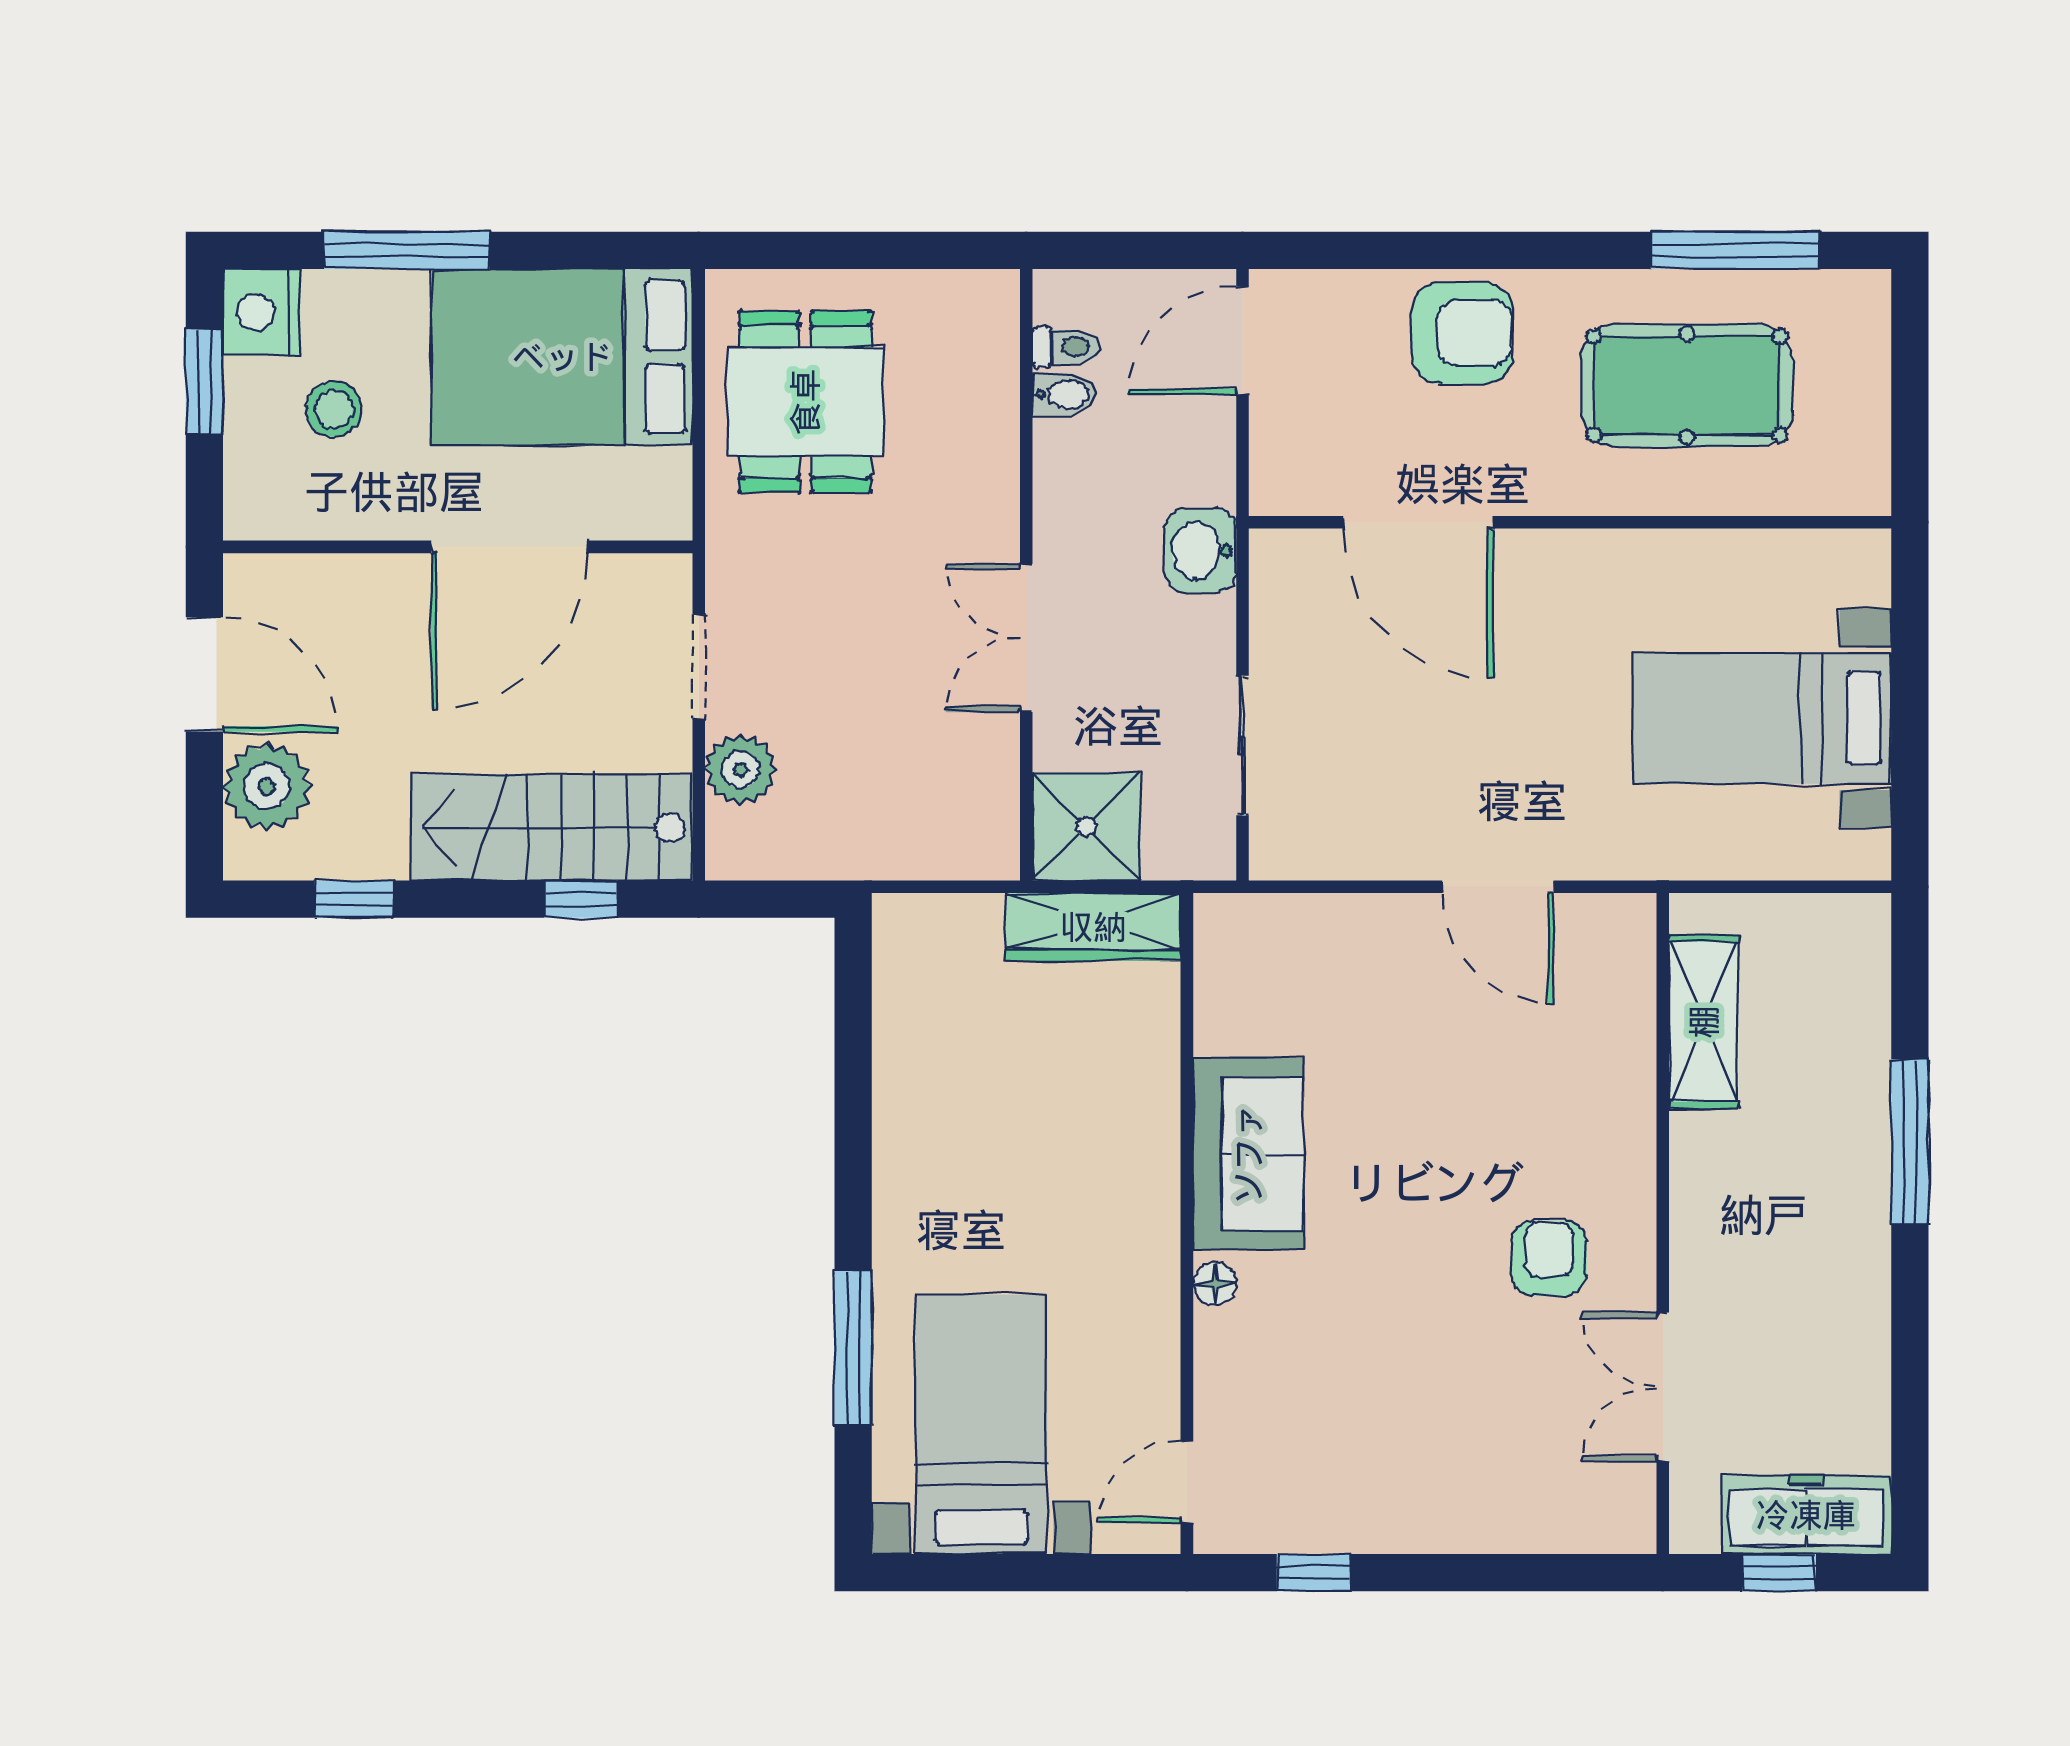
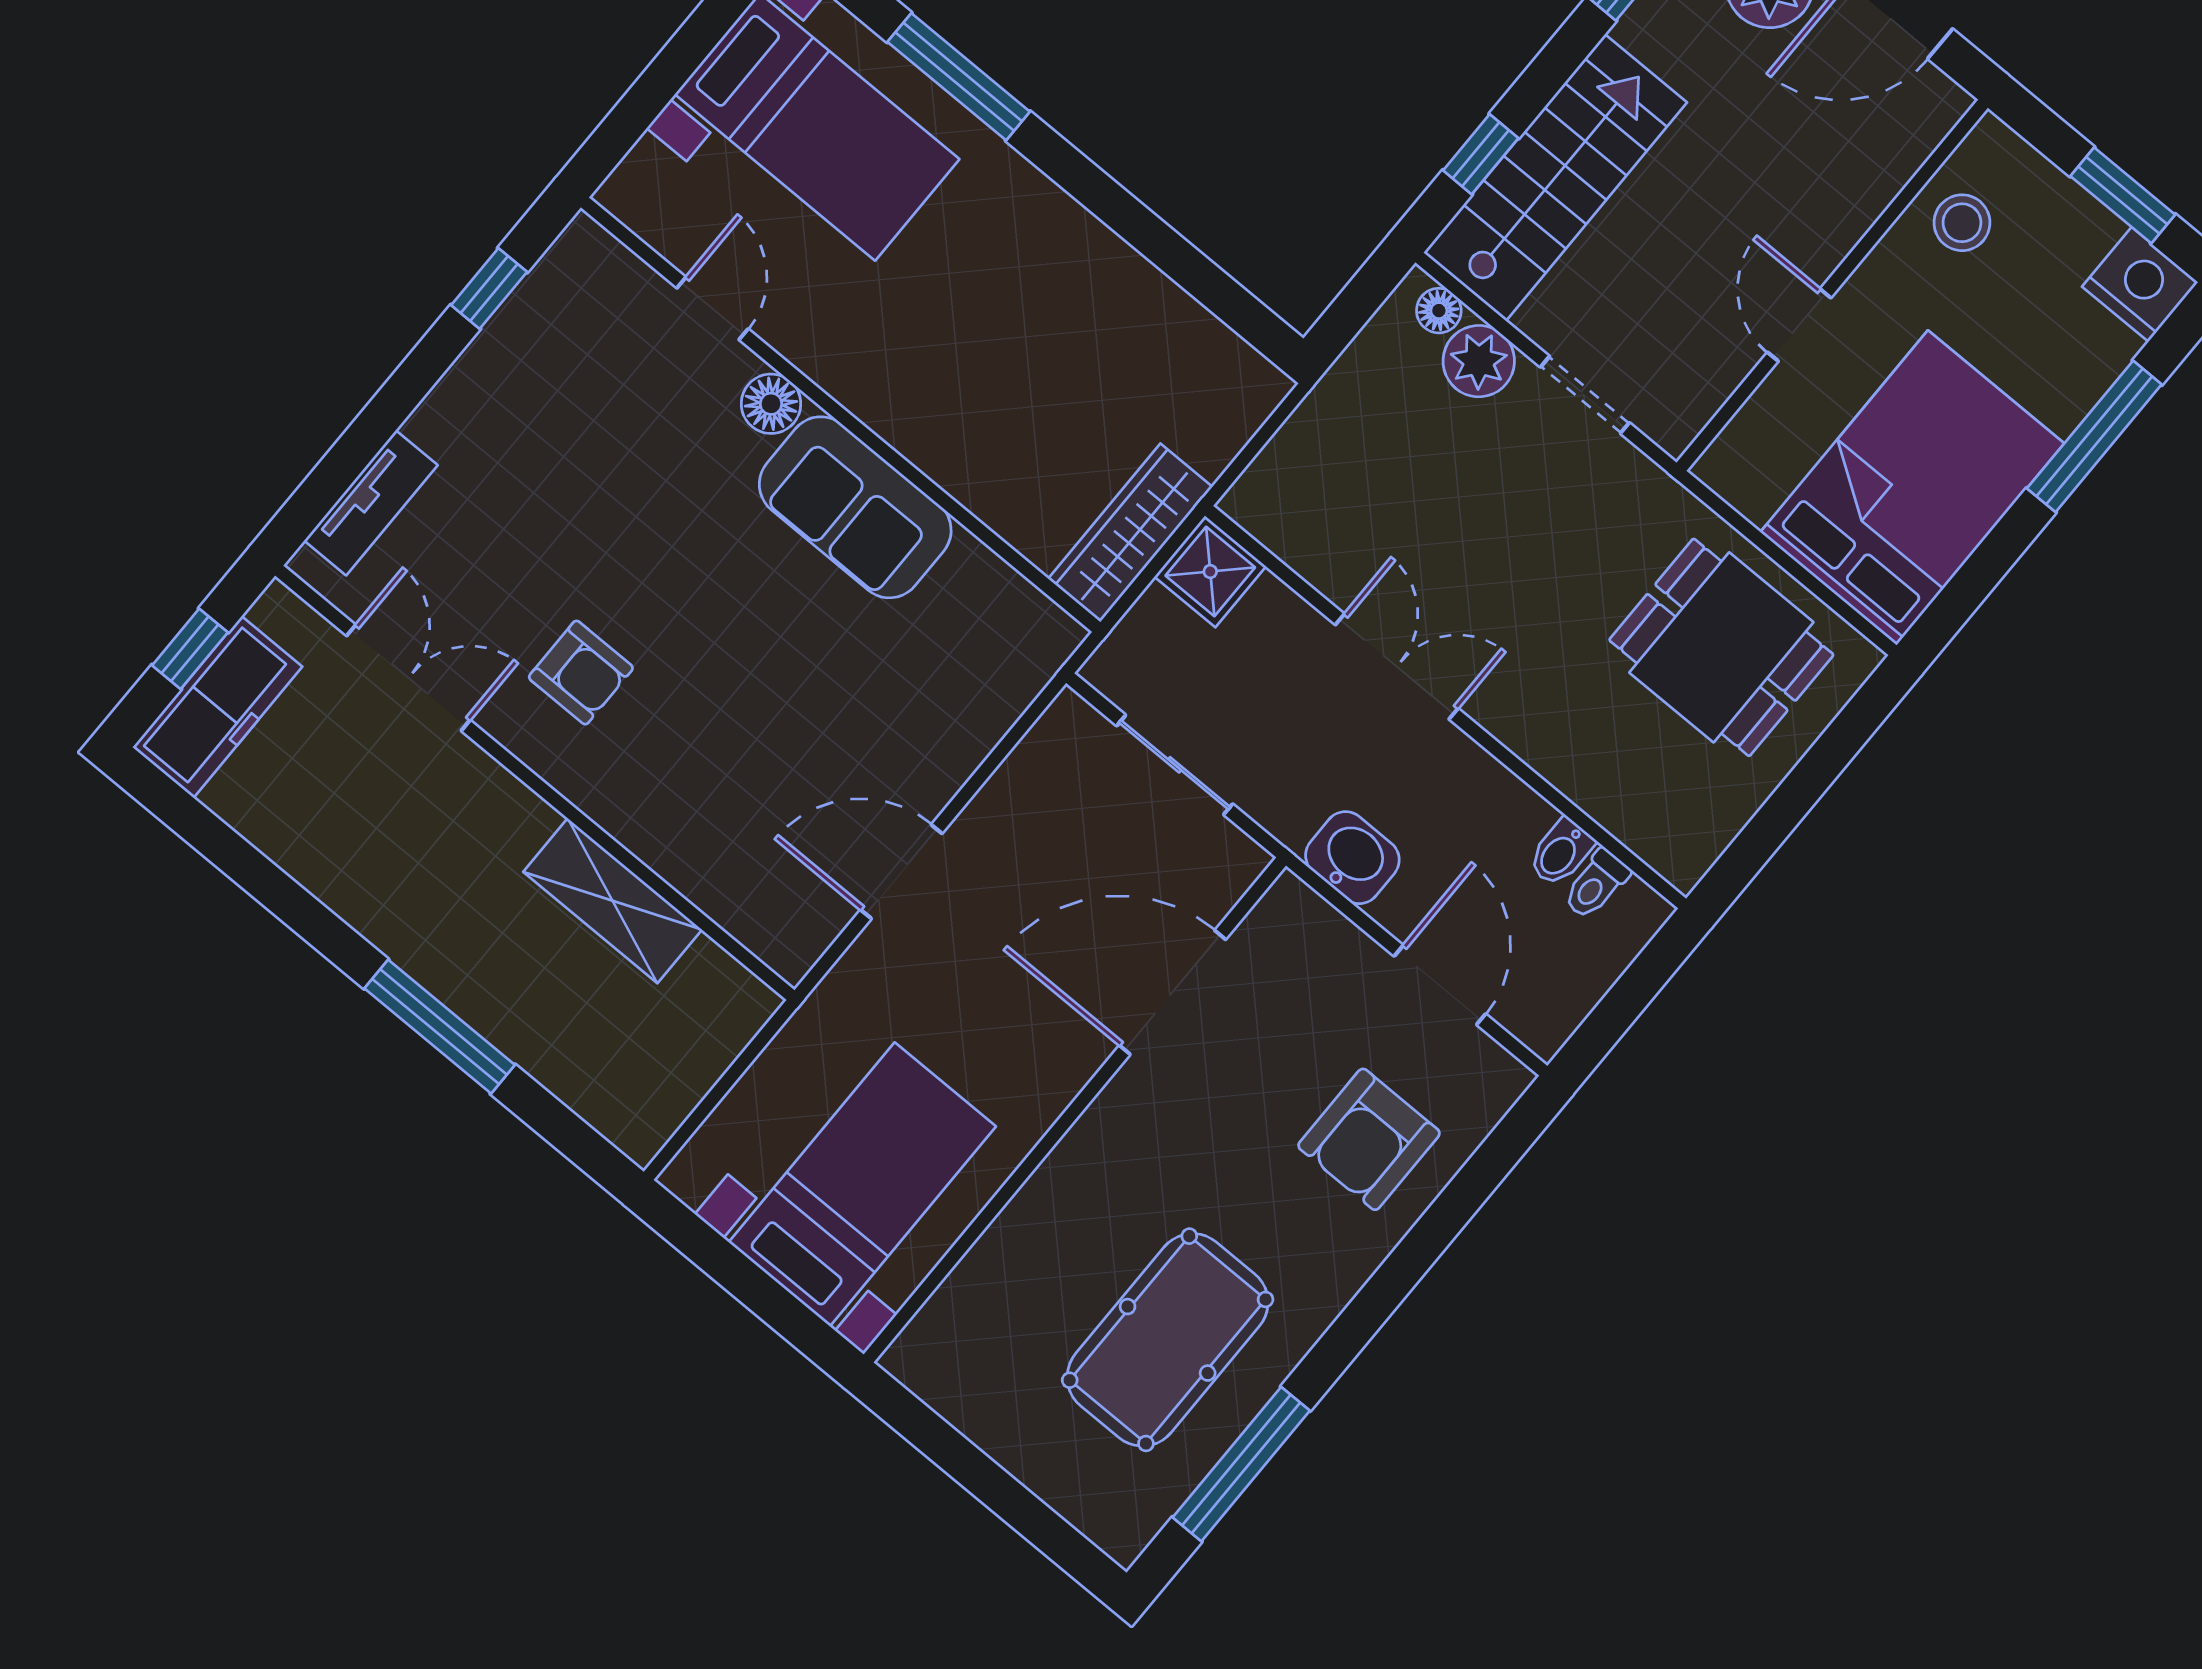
armchair: (1462, 333) -> (1369, 1139), moved
door: (1242, 341) -> (1440, 985), moved
stool: (334, 409) -> (1962, 223), moved
door: (1418, 522) -> (1172, 992), moved
wall: (1570, 522) -> (1075, 1110), moved
door: (509, 547) -> (1799, 325), width x0.53
shower: (1086, 827) -> (1210, 571), width x0.73, depth x0.73
floor lamp: (727, 832) -> (1439, 311), added
shelving: (1704, 1022) -> (613, 901), moved
floor lamp: (1215, 1284) -> (771, 404), width x1.37, depth x1.37
door: (1187, 1482) -> (712, 308), moved
tv unit: (1553, 1527) -> (371, 503), added

